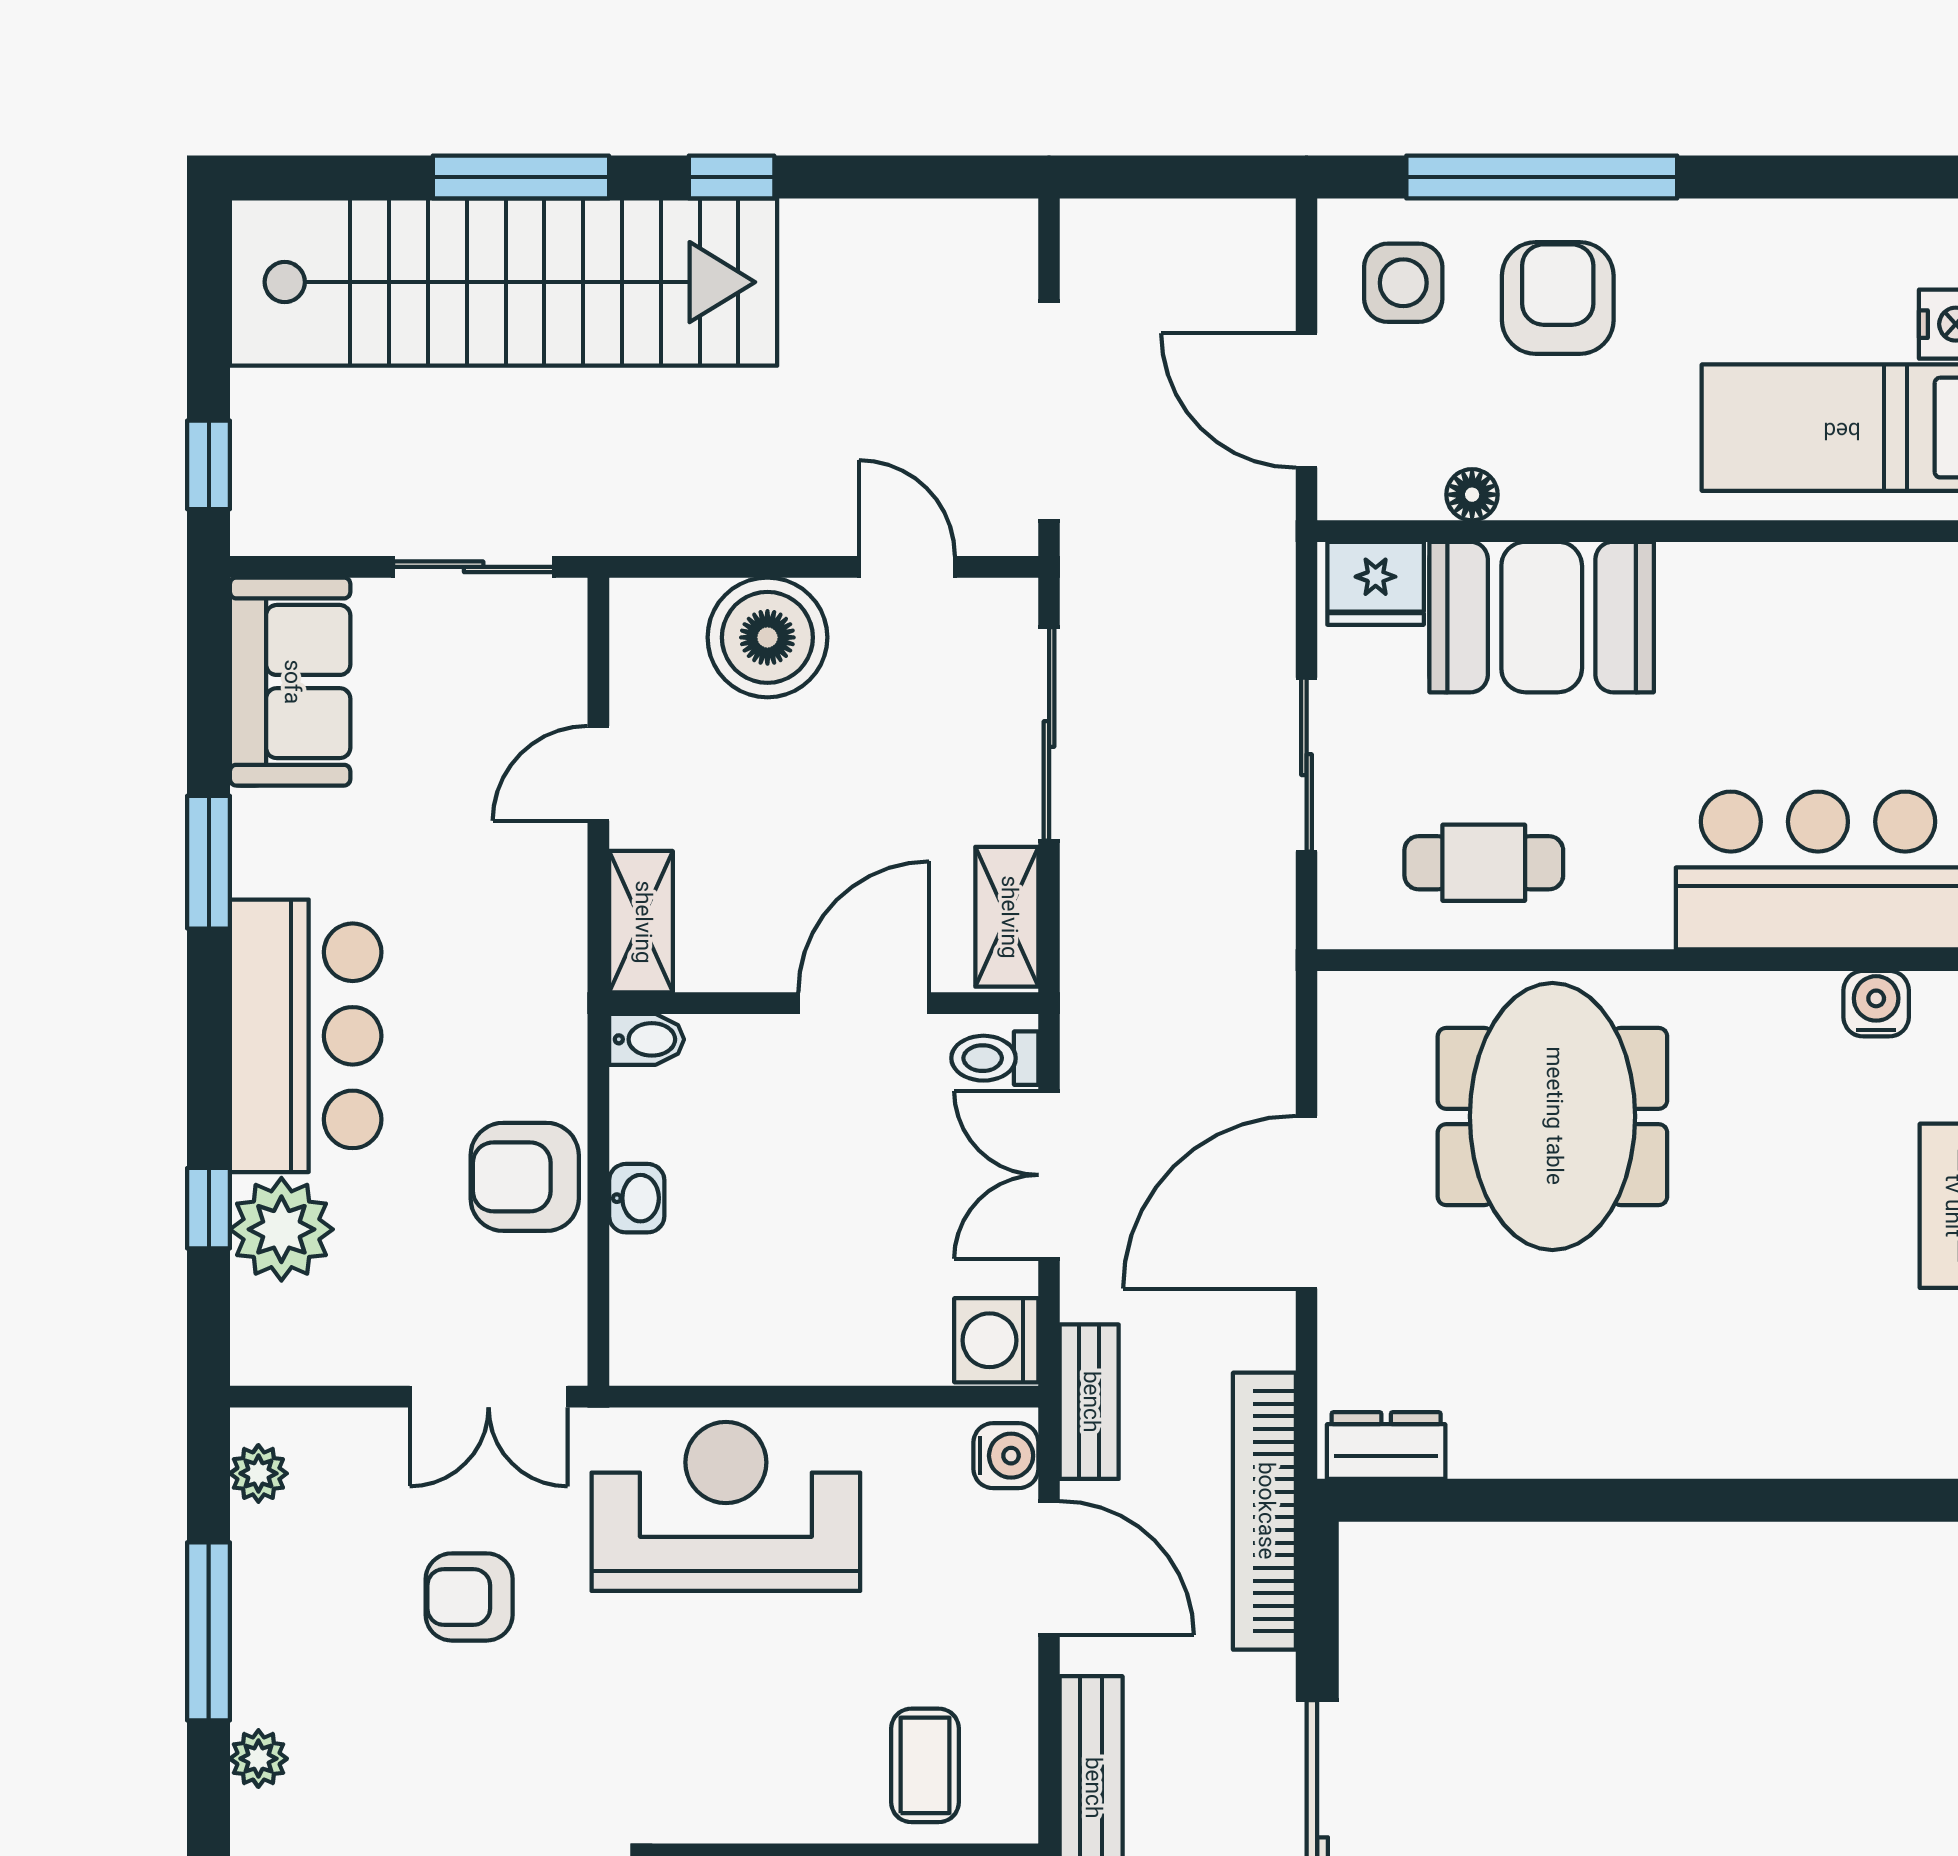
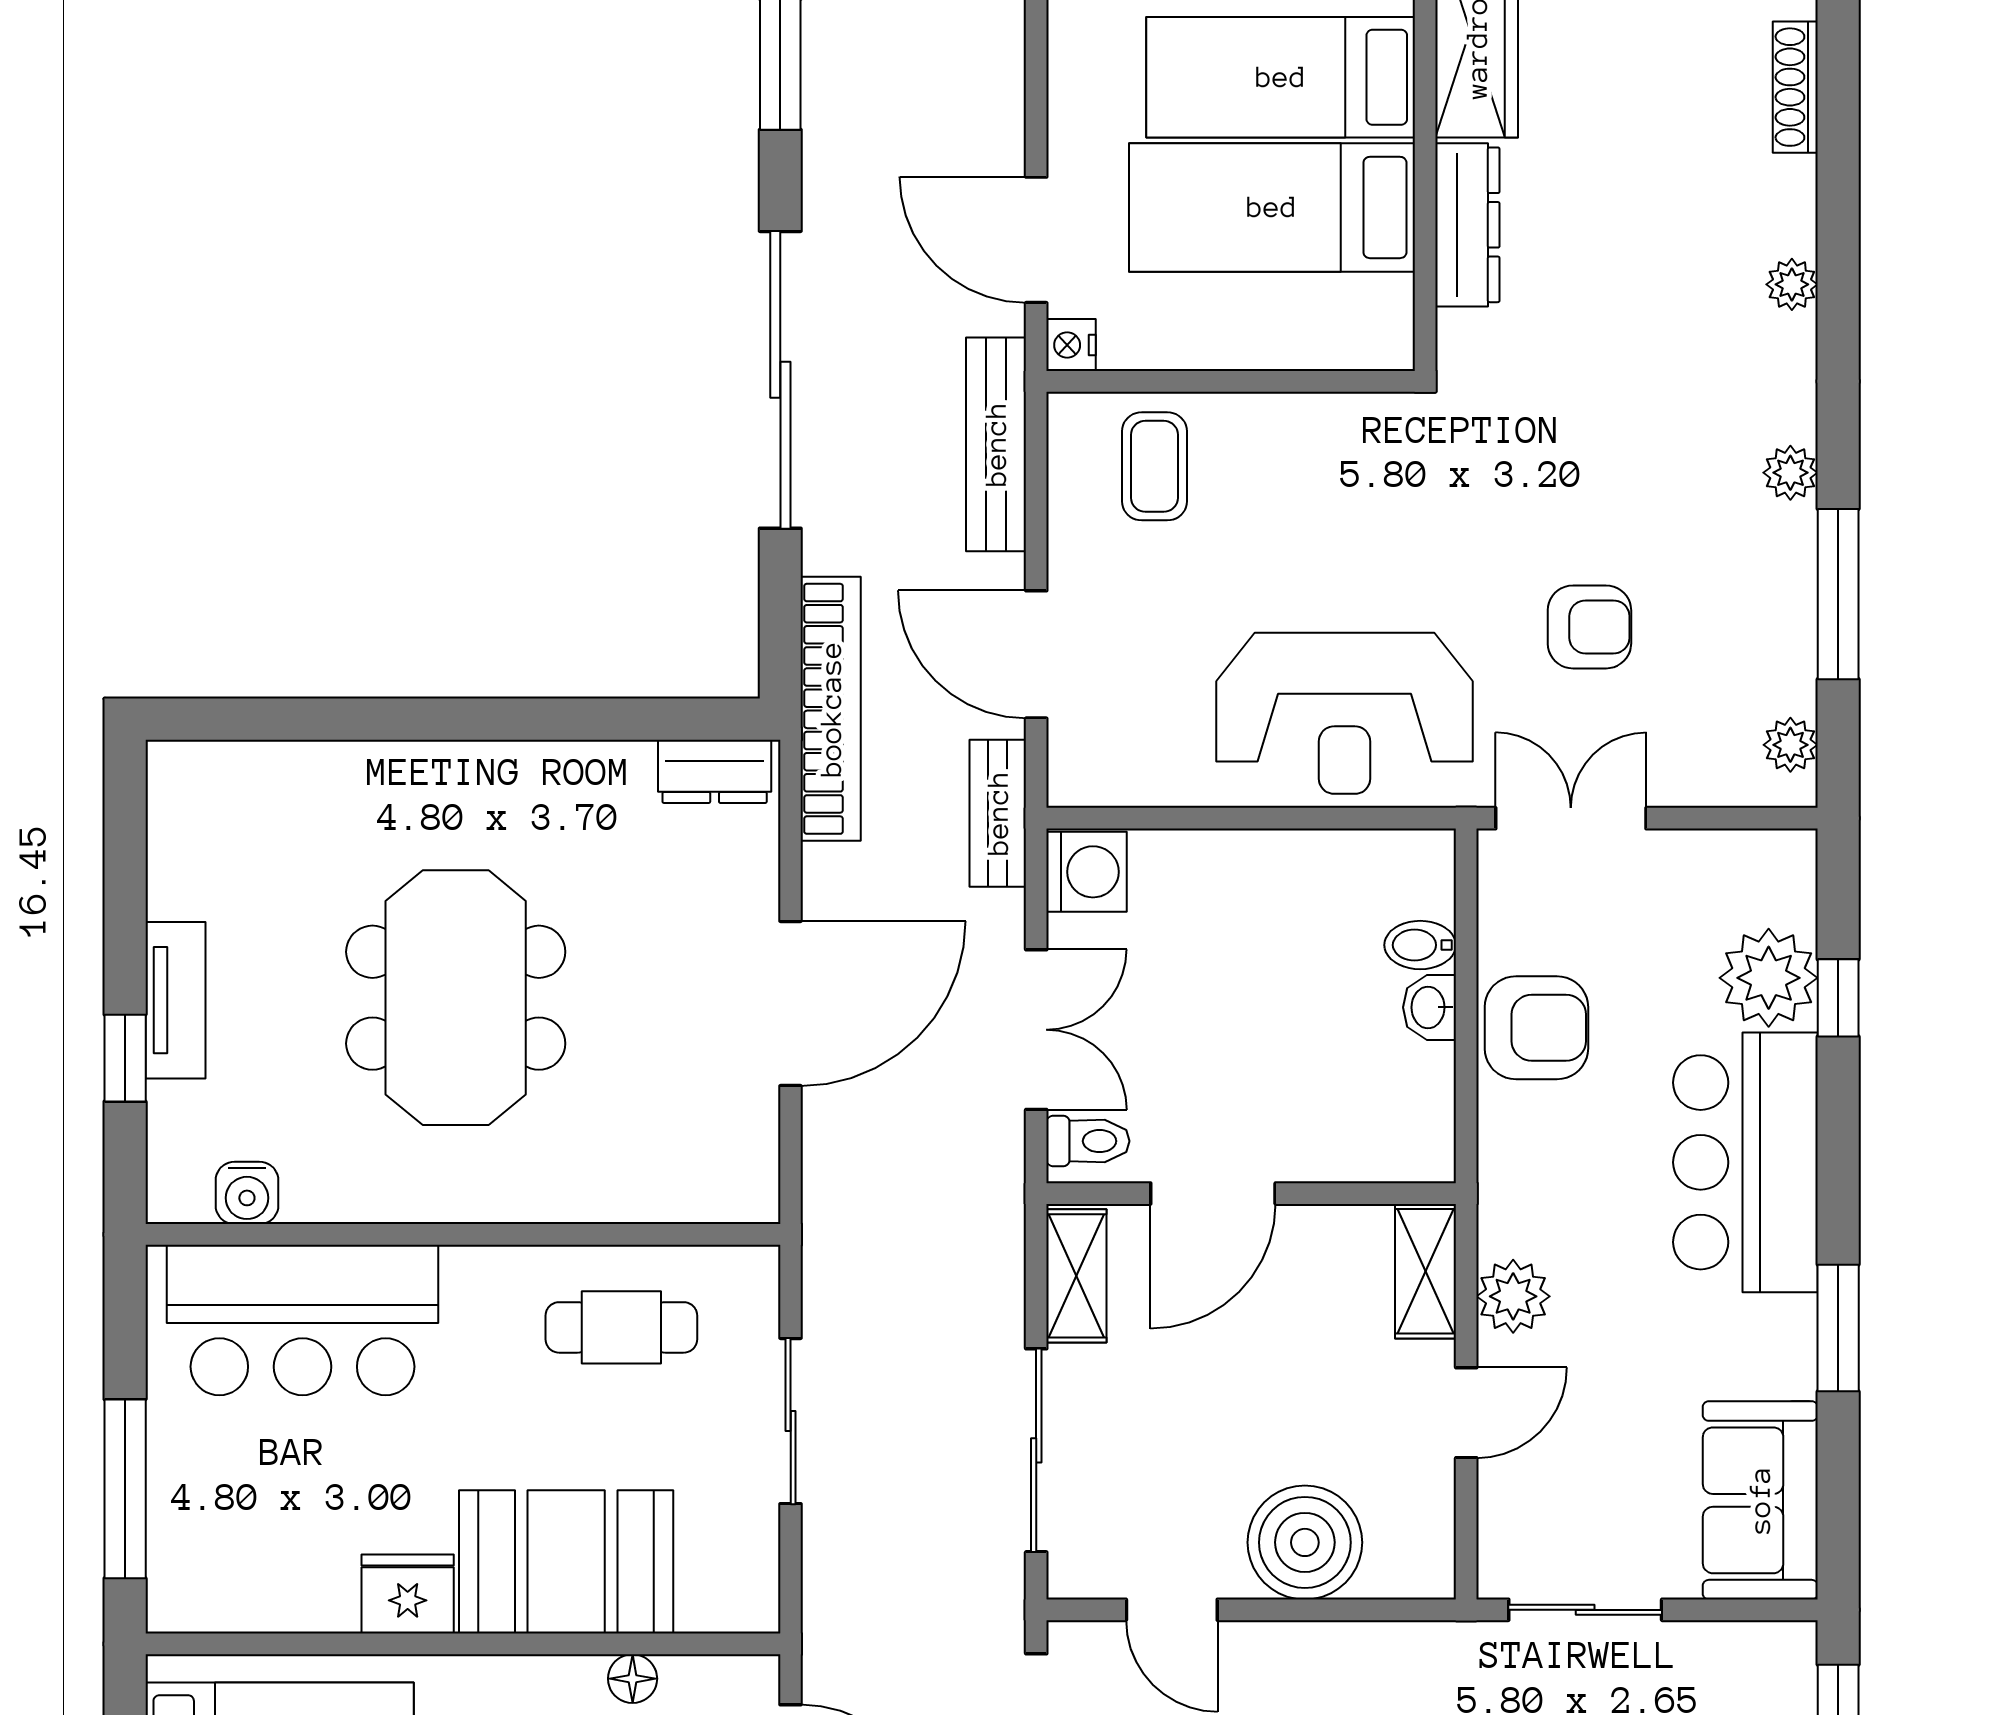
fridge: (1376, 583) -> (408, 1594), moved
plant: (549, 895) -> (1513, 1296), added
bidet: (647, 1039) -> (1420, 945), moved
meeting table: (1552, 1116) -> (456, 998), moved
water cooler: (1006, 1456) -> (1077, 762), removed

